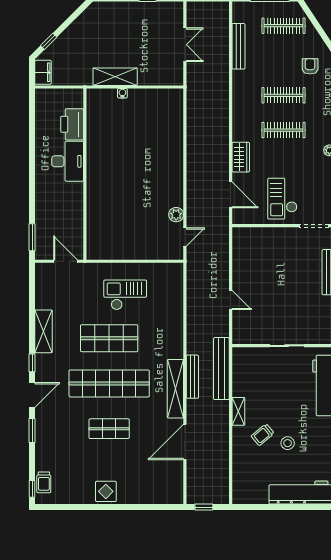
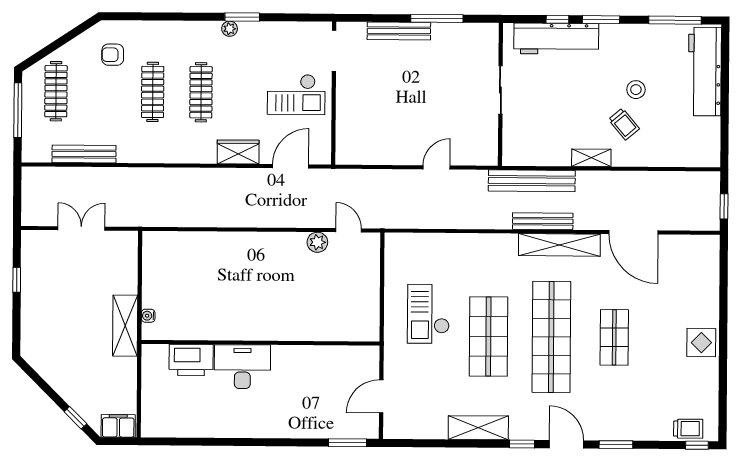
printer: (72, 124) -> (191, 360), moved
desk: (68, 161) -> (242, 367), moved
wall: (85, 174) -> (260, 343), moved

